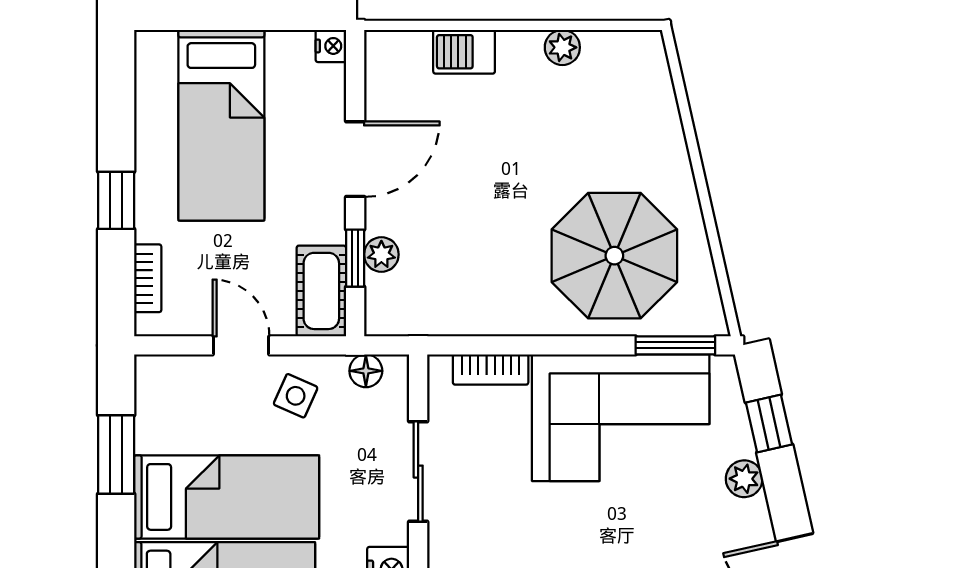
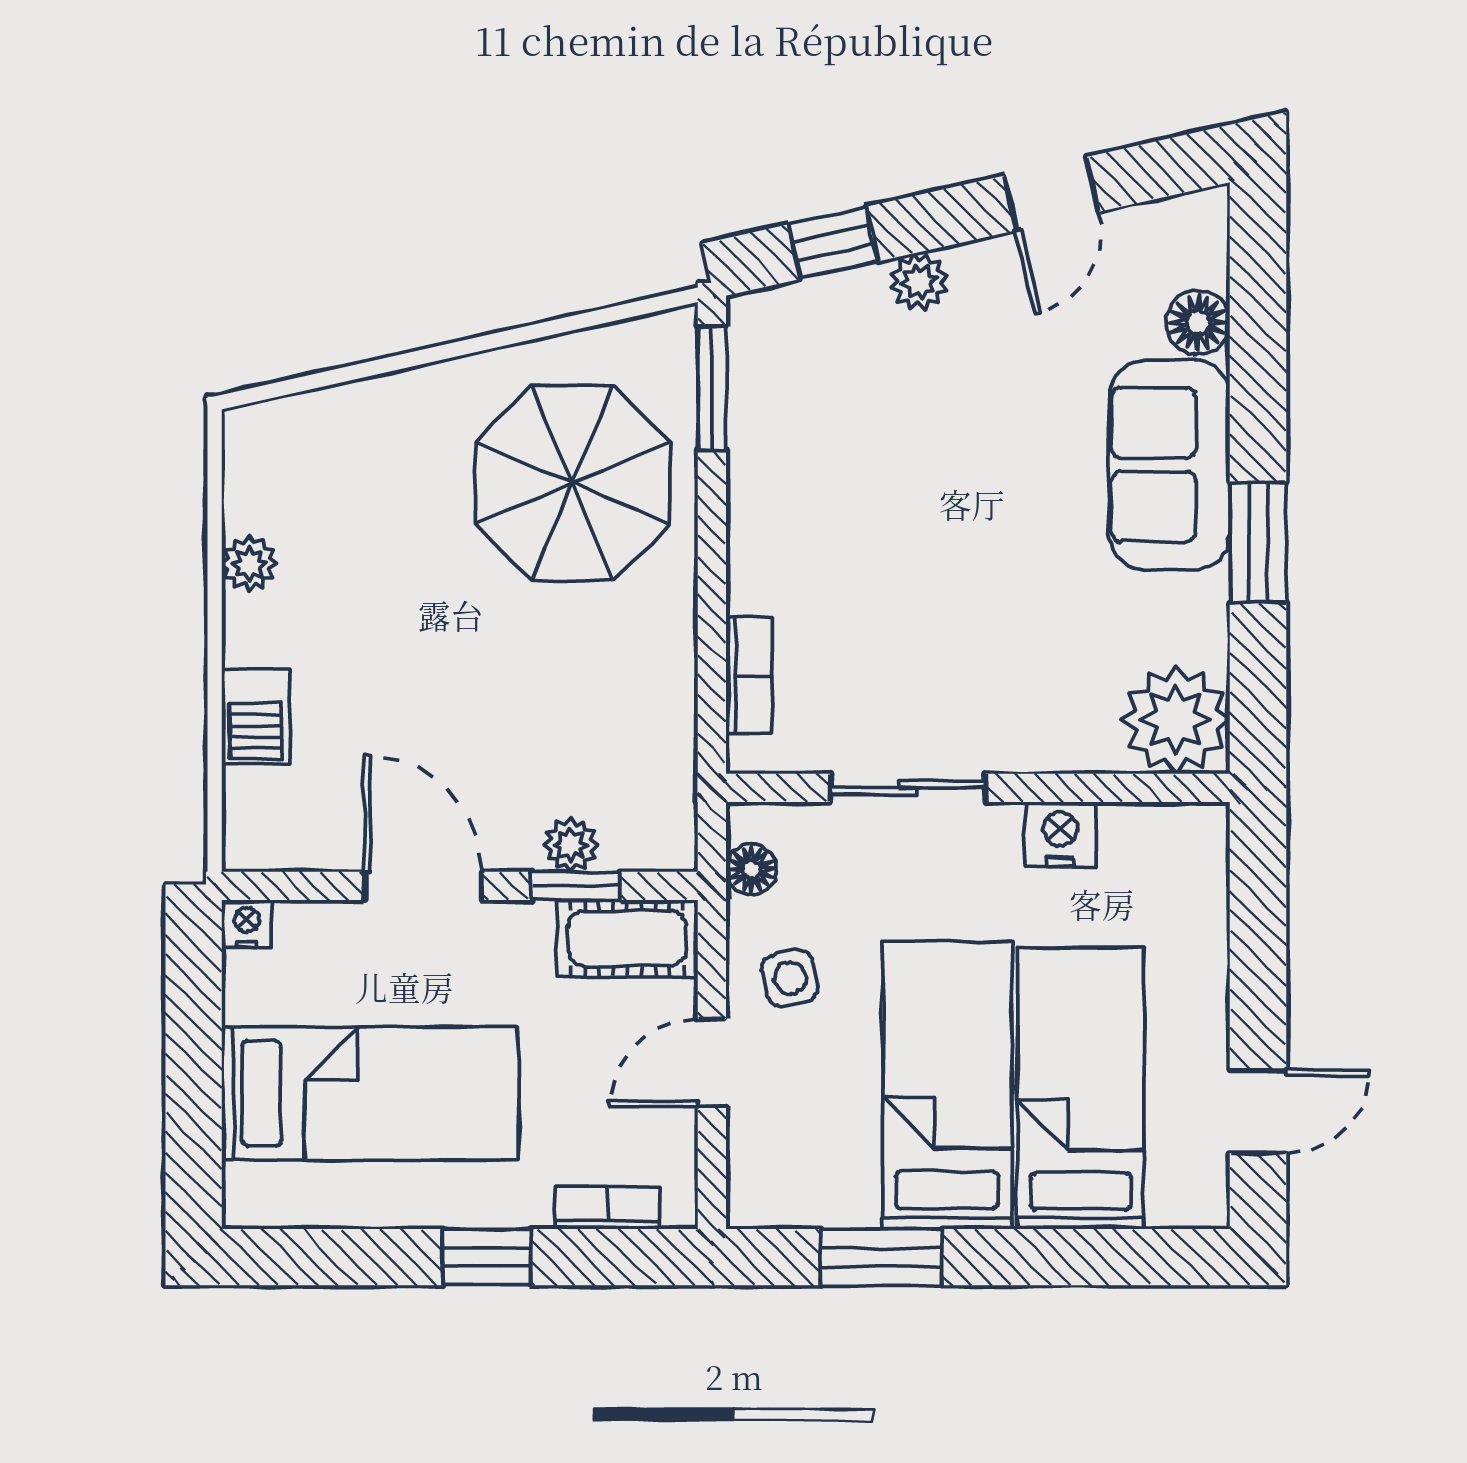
side table: (296, 396) -> (790, 978), turned -33
corner sofa: (621, 418) -> (824, 473), removed

